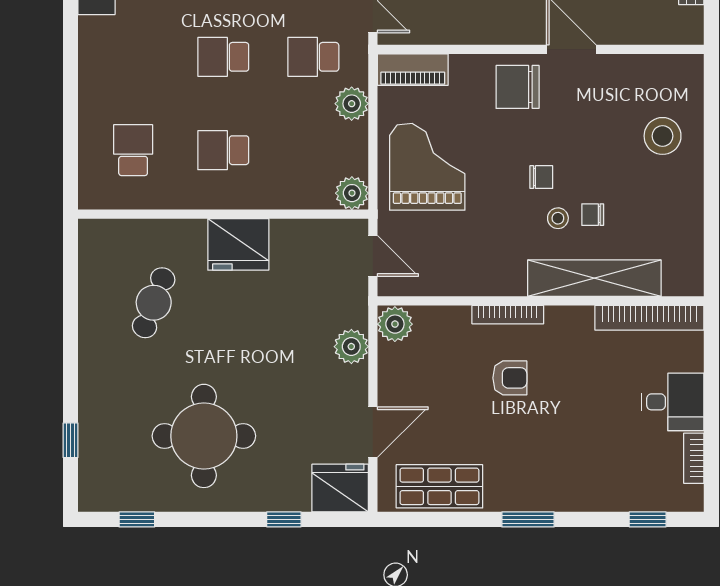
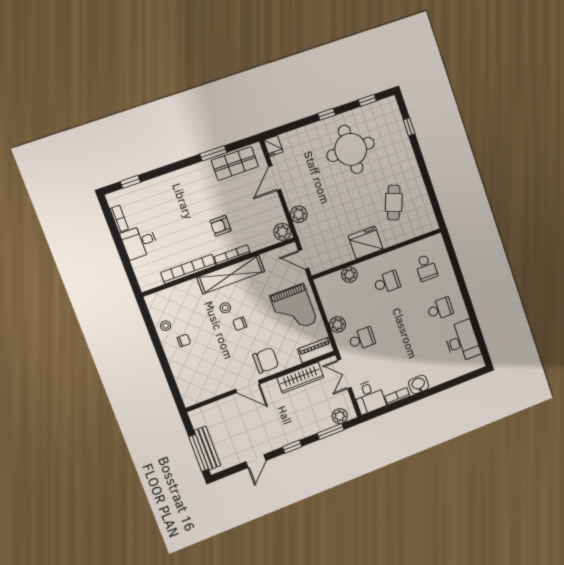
wardrobe: (462, 27) -> (300, 378), added
school desk: (223, 57) -> (440, 309), moved
stool: (663, 136) -> (166, 326), moved, width x0.53, depth x0.53
plant: (352, 193) -> (349, 275), moved
chair: (593, 215) -> (184, 340), moved
shelving: (594, 278) -> (231, 274), moved
bookcase: (649, 318) -> (188, 269), moved
fridge: (340, 488) -> (273, 146), width x0.53, depth x0.75
window: (284, 519) -> (327, 114), moved
window: (528, 519) -> (213, 153), moved

